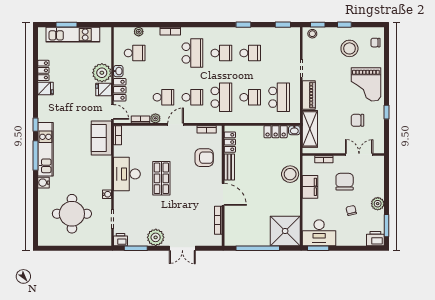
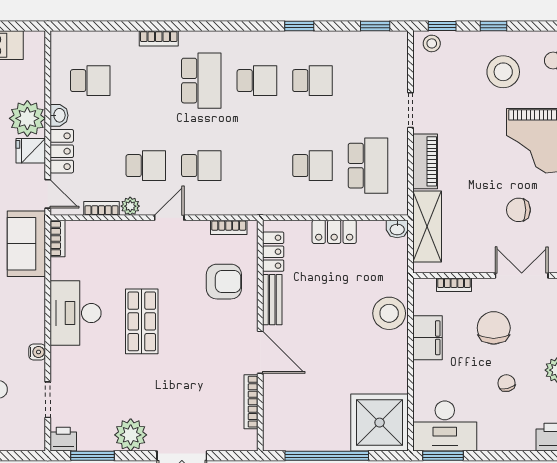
plant: (139, 32) -> (98, 40), removed
school desk: (221, 97) -> (257, 166), removed
locker: (276, 132) -> (334, 232), moved

